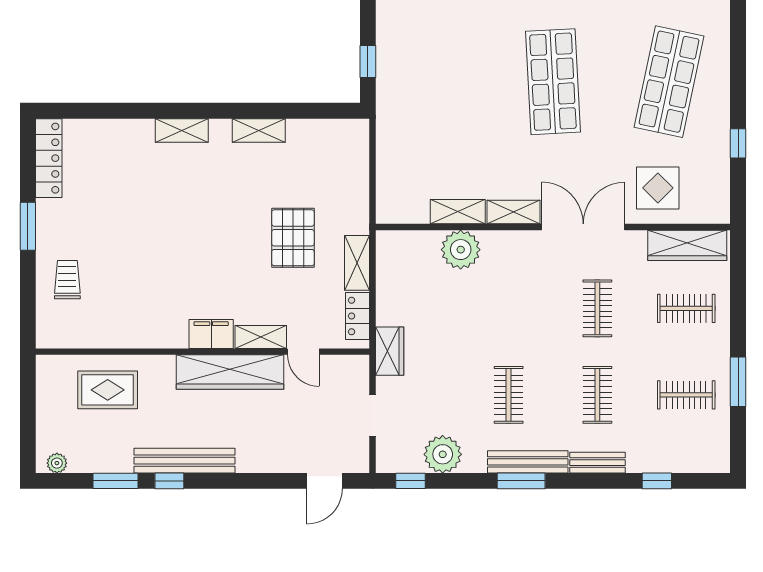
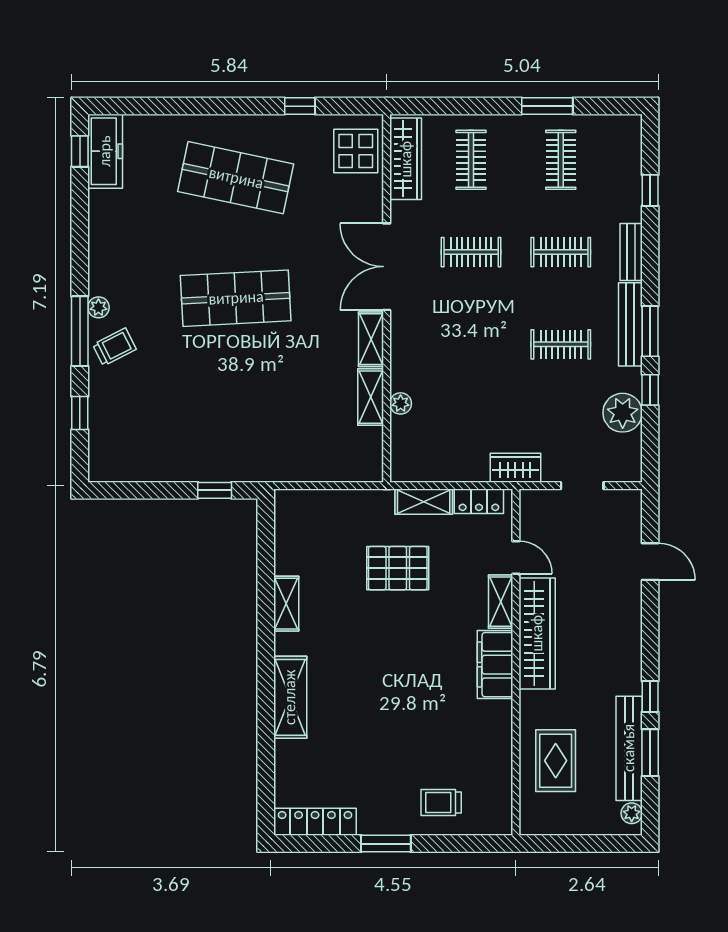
shelving: (182, 130) -> (290, 697), width x1.50, depth x1.33
display table: (658, 188) -> (356, 151), moved
plant: (461, 250) -> (401, 403), width x0.53, depth x0.53
filing cabinet: (211, 334) -> (495, 665), width x1.50, depth x1.17
door: (303, 352) -> (516, 557), hinge flipped
bench: (184, 461) -> (629, 748), moved
door: (324, 481) -> (650, 562), moved
window: (411, 481) -> (650, 390), moved

